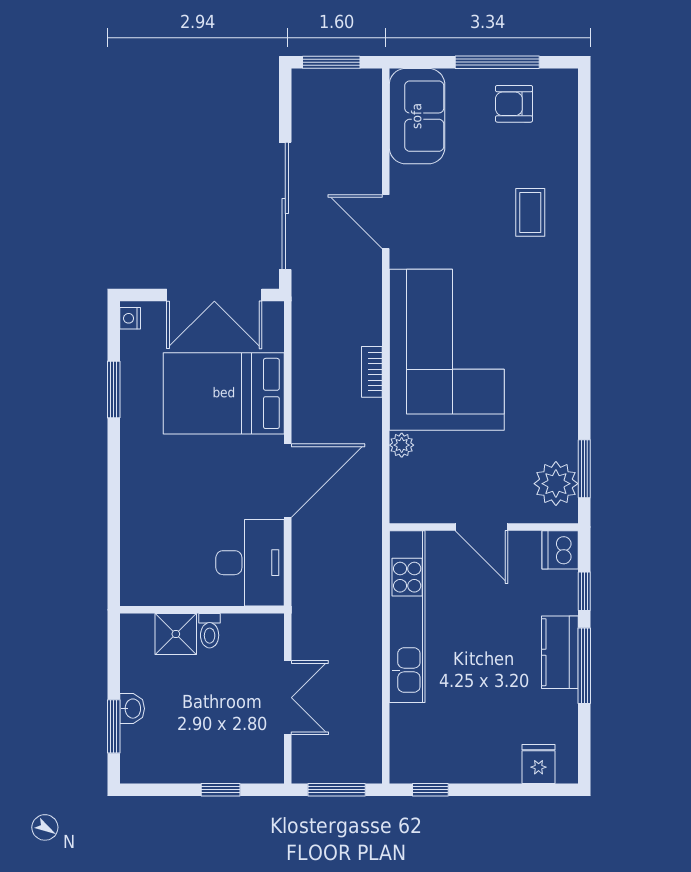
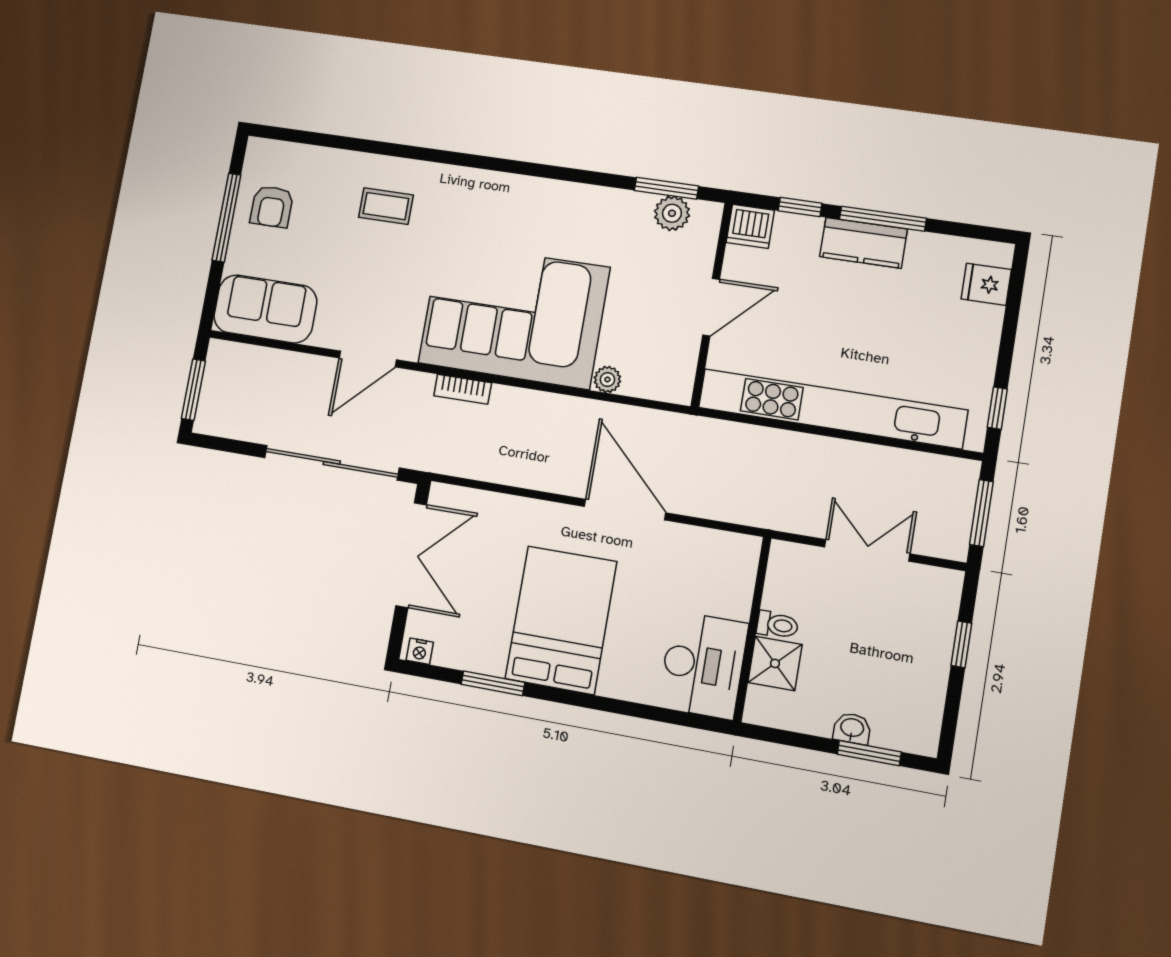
bookcase: (372, 372) -> (463, 389), moved
bed: (224, 393) -> (561, 620), moved, turned 180
plant: (556, 484) -> (672, 213), width x0.73, depth x0.73
desk: (250, 563) -> (703, 665), moved, turned 90
kitchen unit: (407, 617) -> (832, 409), width x1.36

